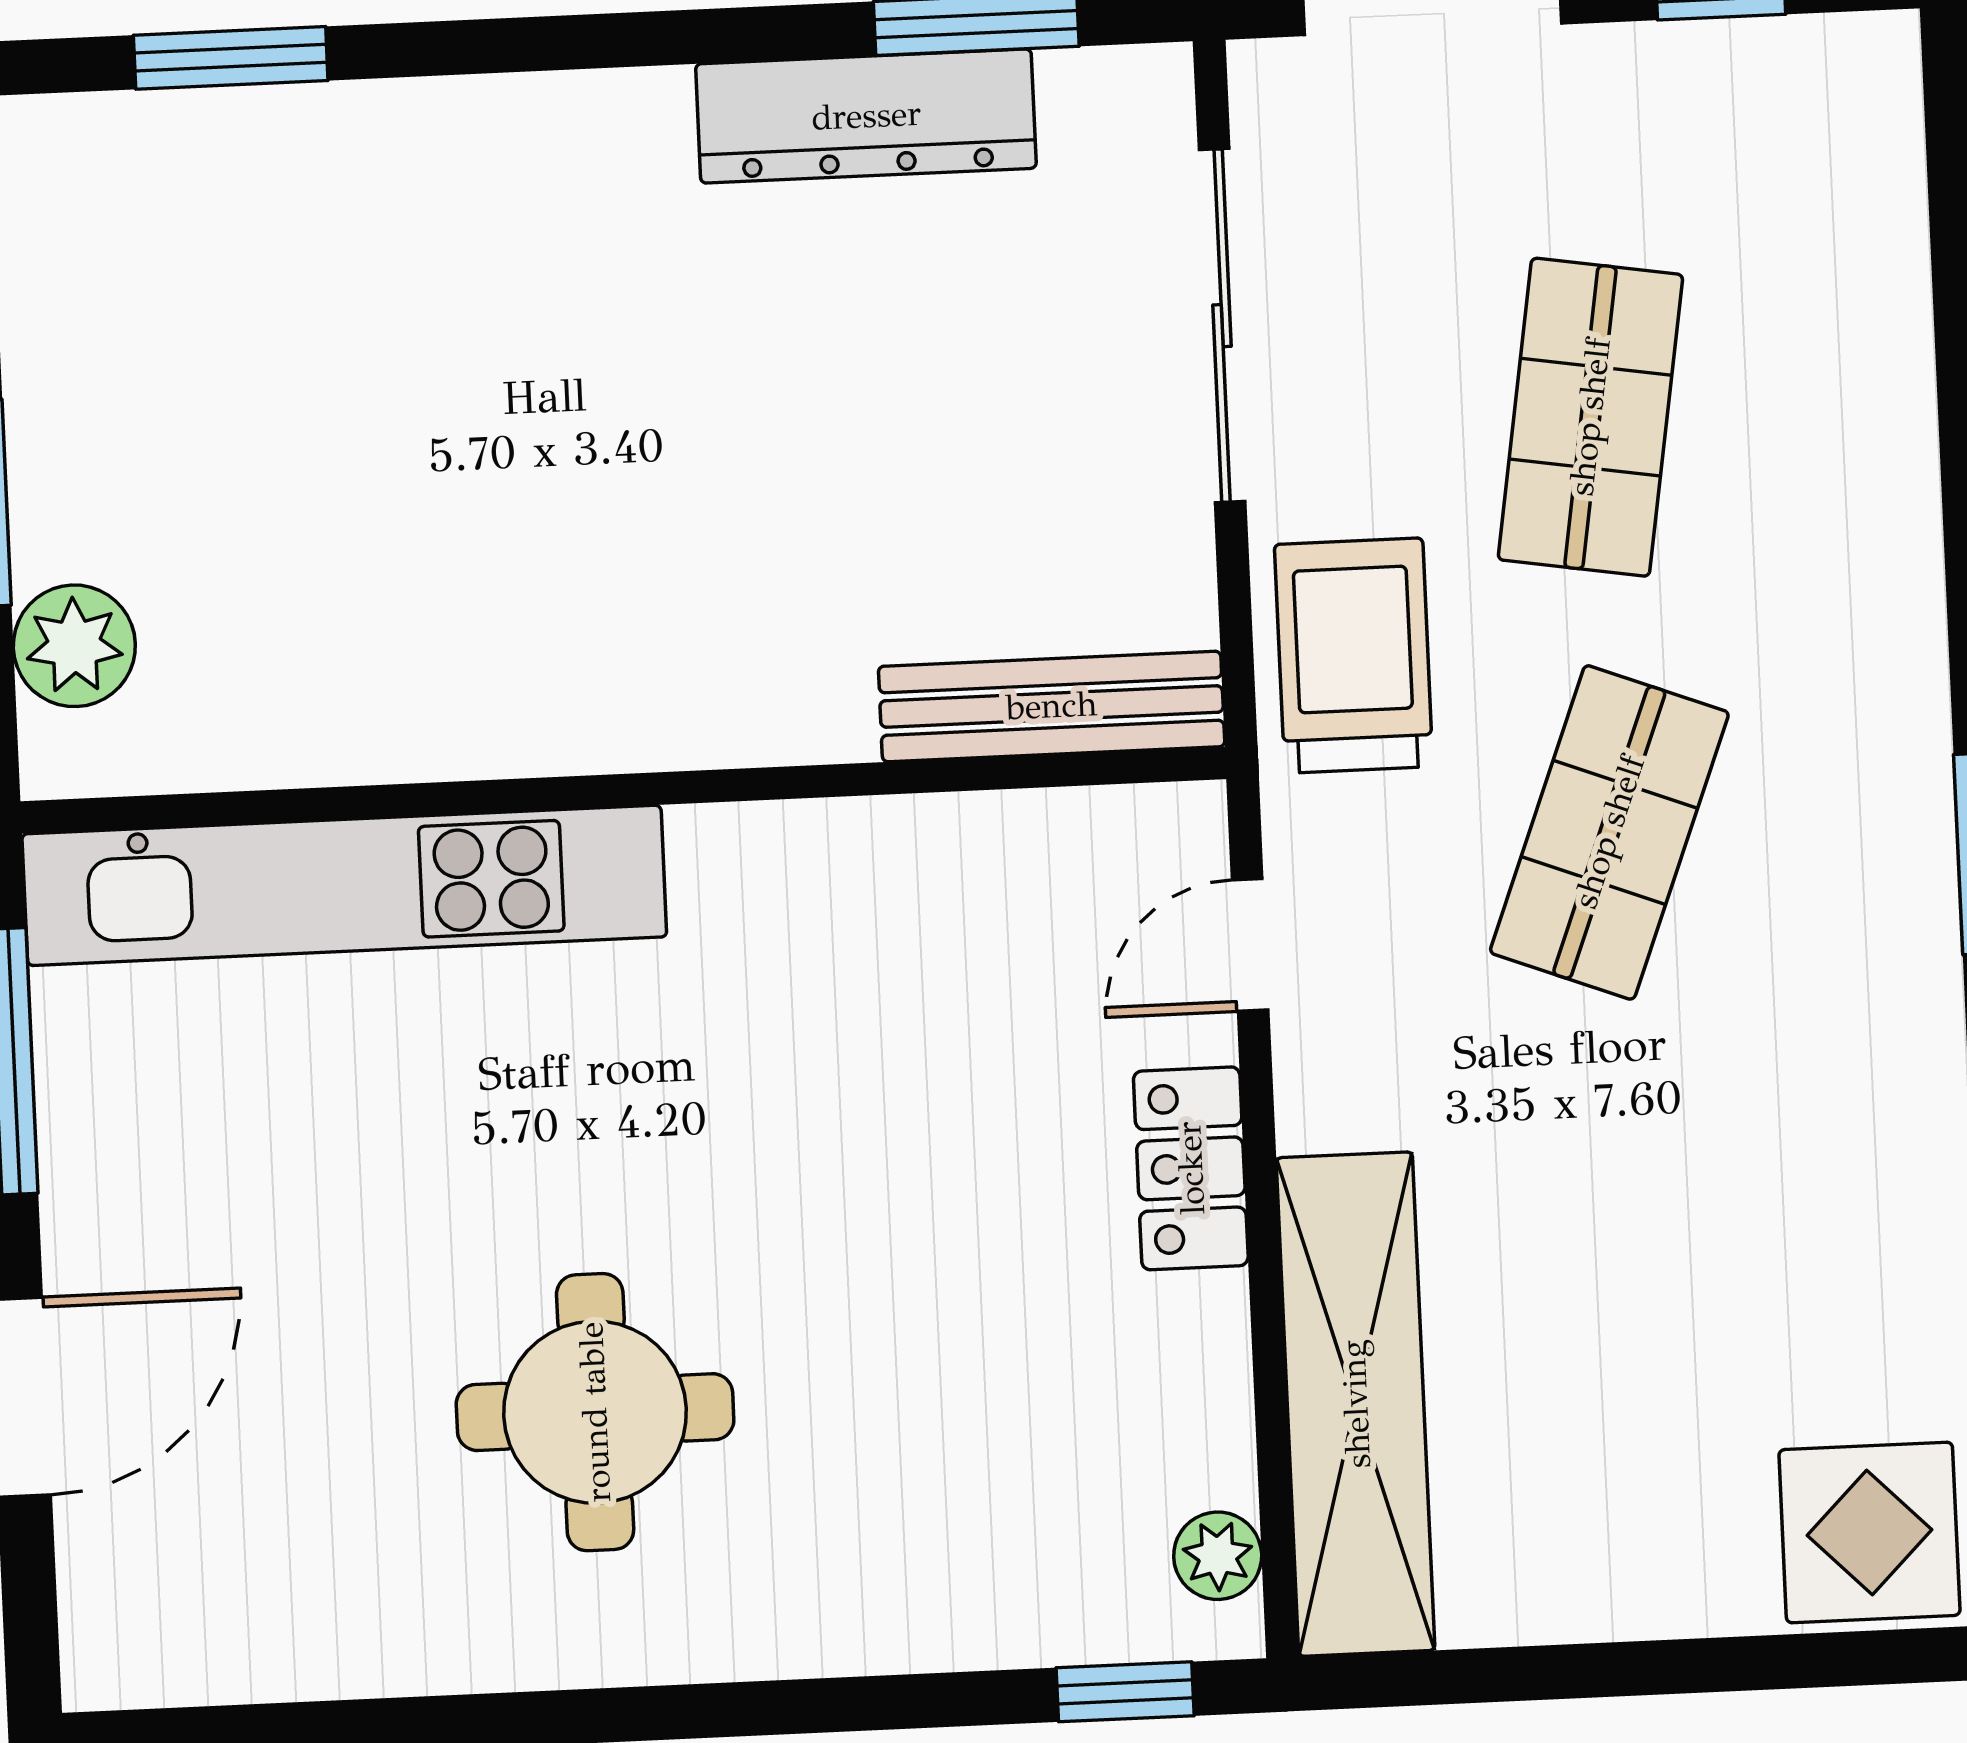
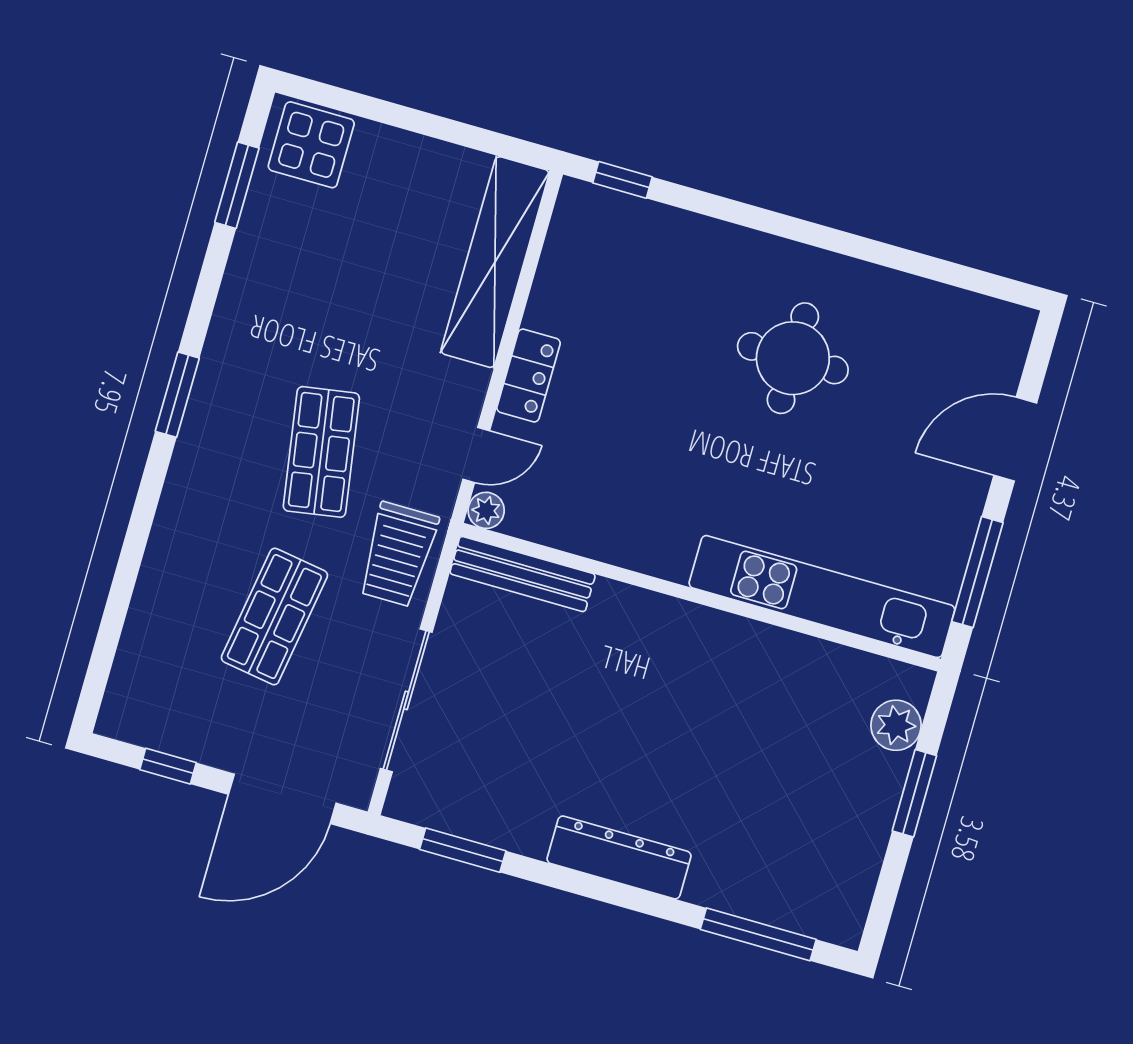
window: (231, 58) -> (758, 934), width x1.44
dresser: (866, 116) -> (619, 857), moved
shop shelf: (1609, 832) -> (321, 452), turned -30
plant: (1218, 1556) -> (486, 510), moved

